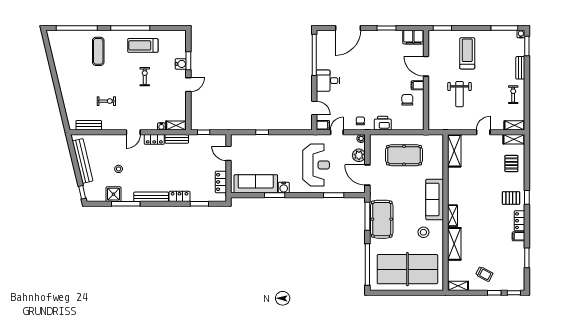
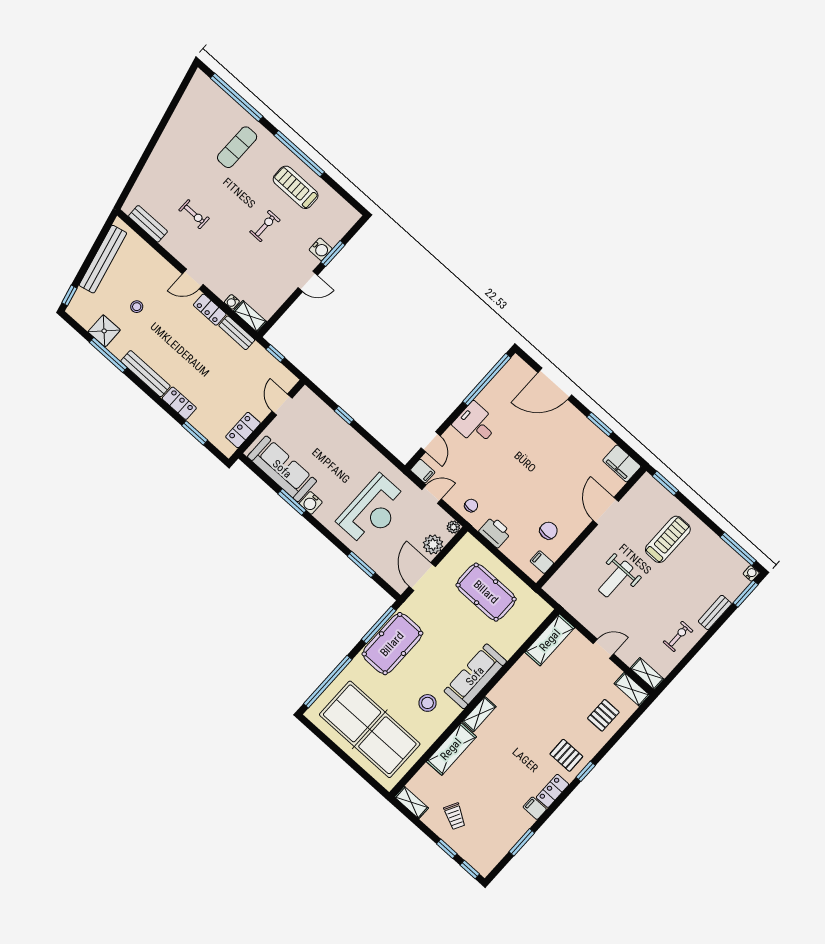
filing cabinet: (418, 85) -> (542, 562), moved

